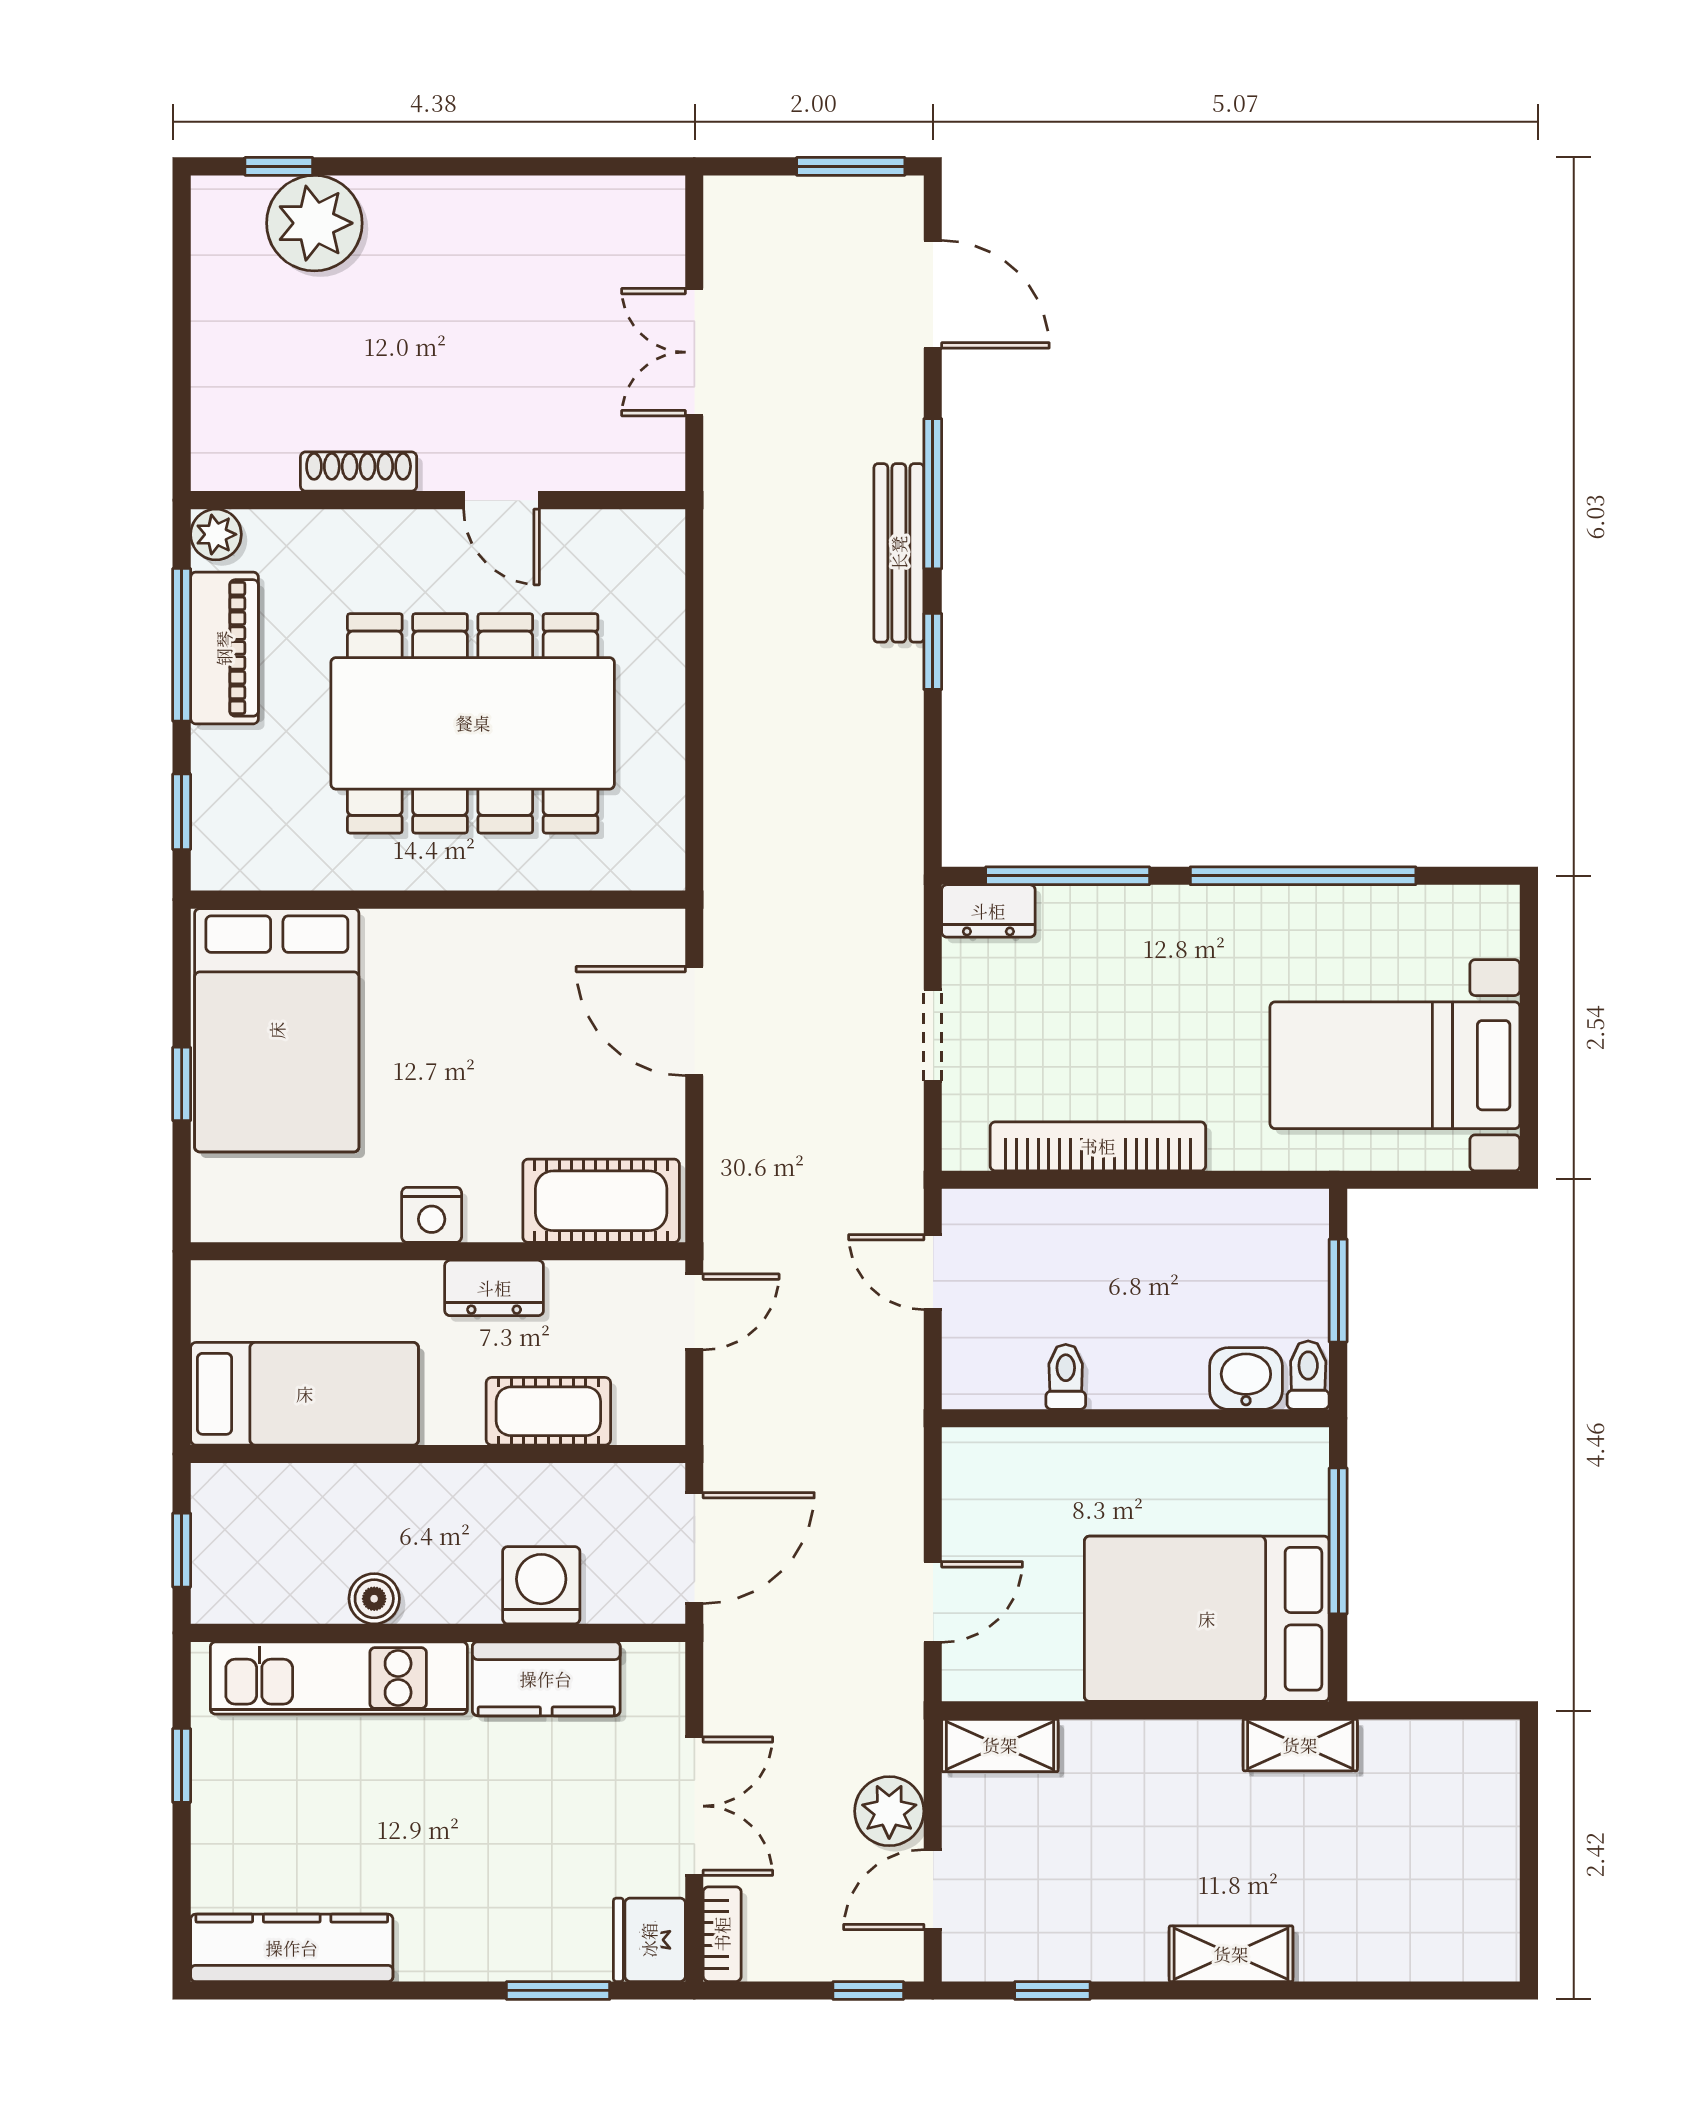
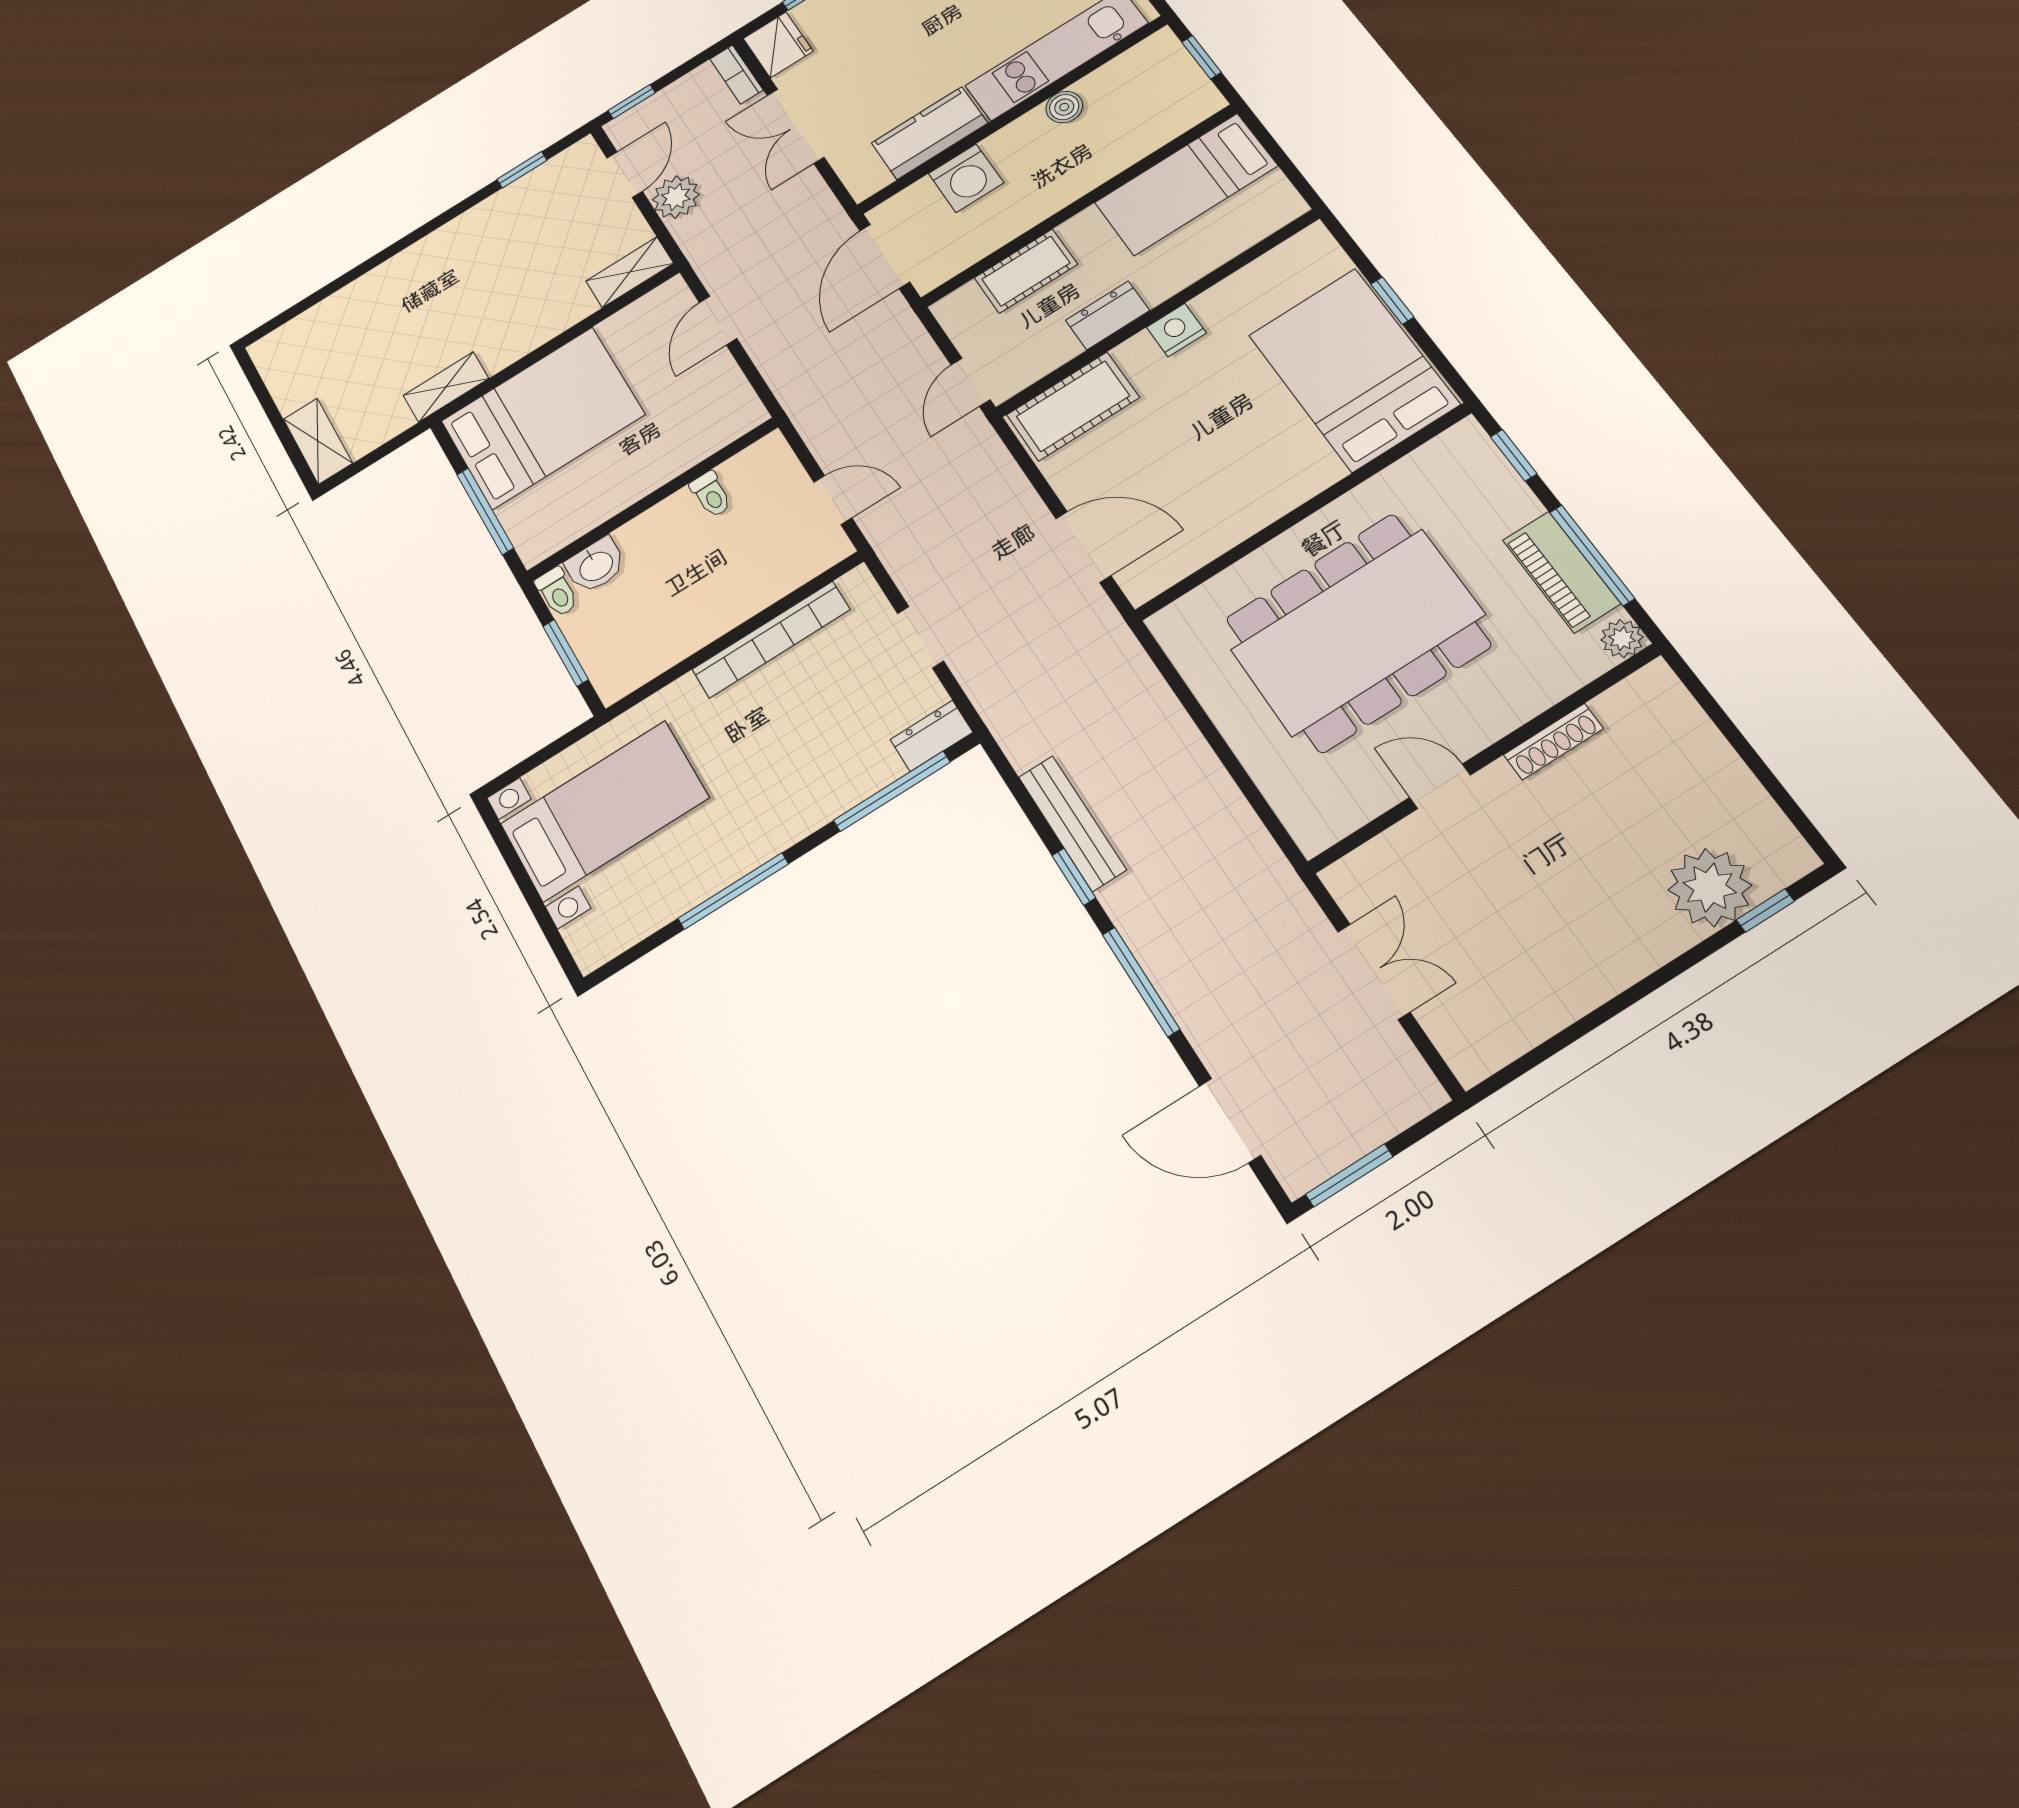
bench: (899, 553) -> (1072, 823), moved
window: (1303, 876) -> (733, 891), width x0.68
shelving: (1231, 1954) -> (318, 441), moved, turned 90

